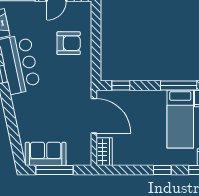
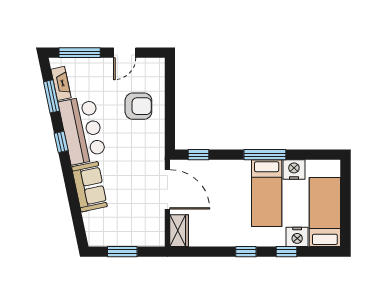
sofa: (46, 154) -> (89, 187), moved, turned 78
window: (54, 170) -> (122, 252), width x0.69

